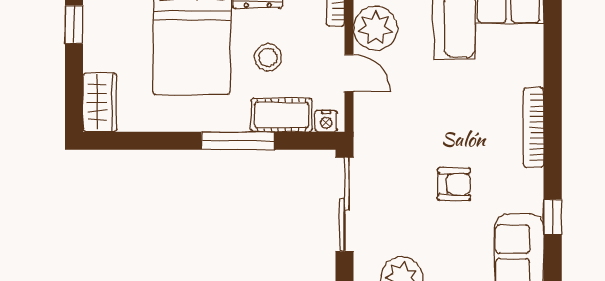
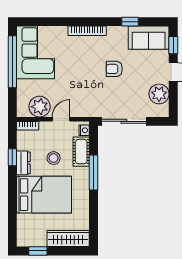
wardrobe: (100, 103) -> (68, 239), width x1.50
armchair: (454, 184) -> (114, 69), turned -90

